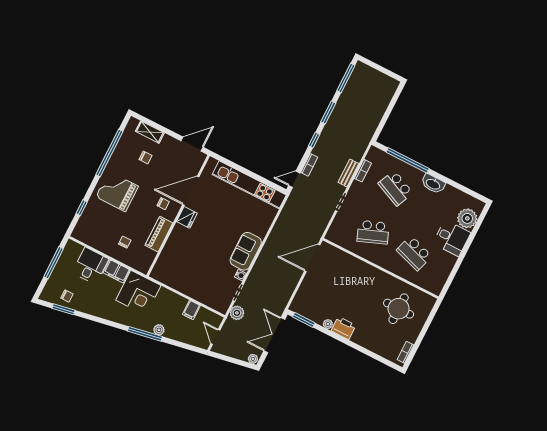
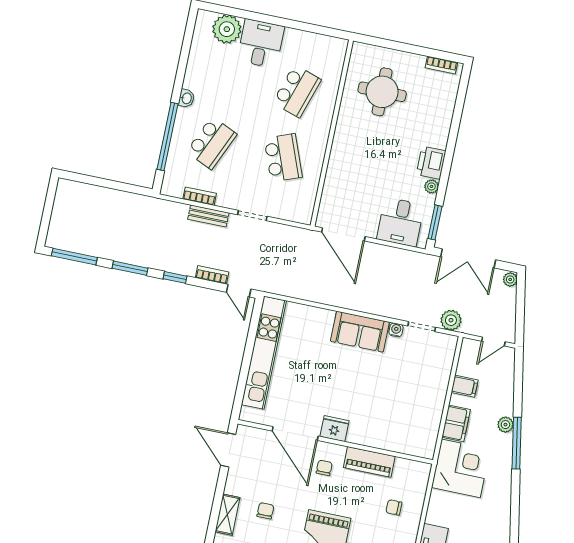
washbasin: (433, 184) -> (186, 98), width x0.52, depth x0.69
filing cabinet: (117, 271) -> (456, 423), moved
desk: (310, 297) -> (400, 222), added

